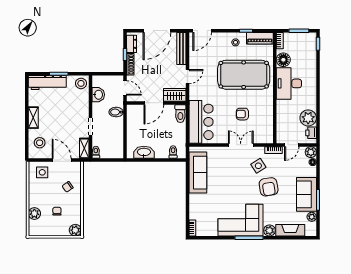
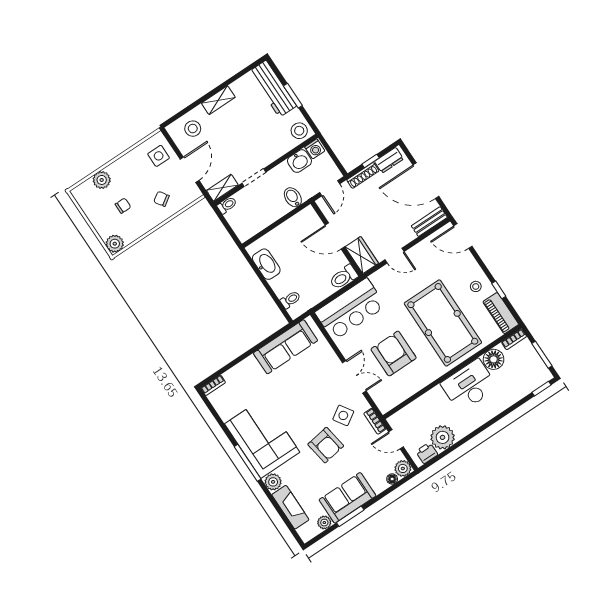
bench: (181, 48) -> (429, 222), width x0.73
washing machine: (97, 81) -> (315, 149), added
armchair: (242, 114) -> (394, 354), width x1.88, depth x1.88
armchair: (269, 187) -> (326, 445), turned -90

